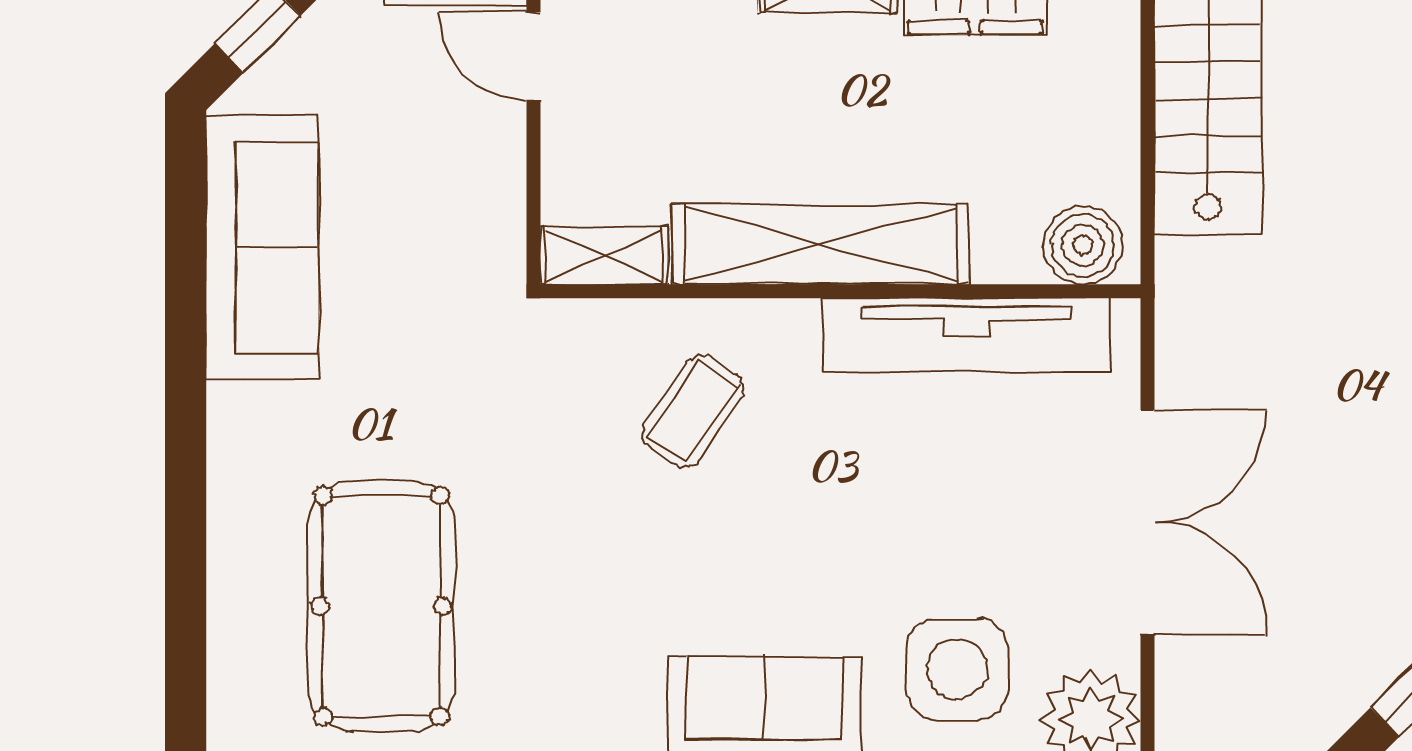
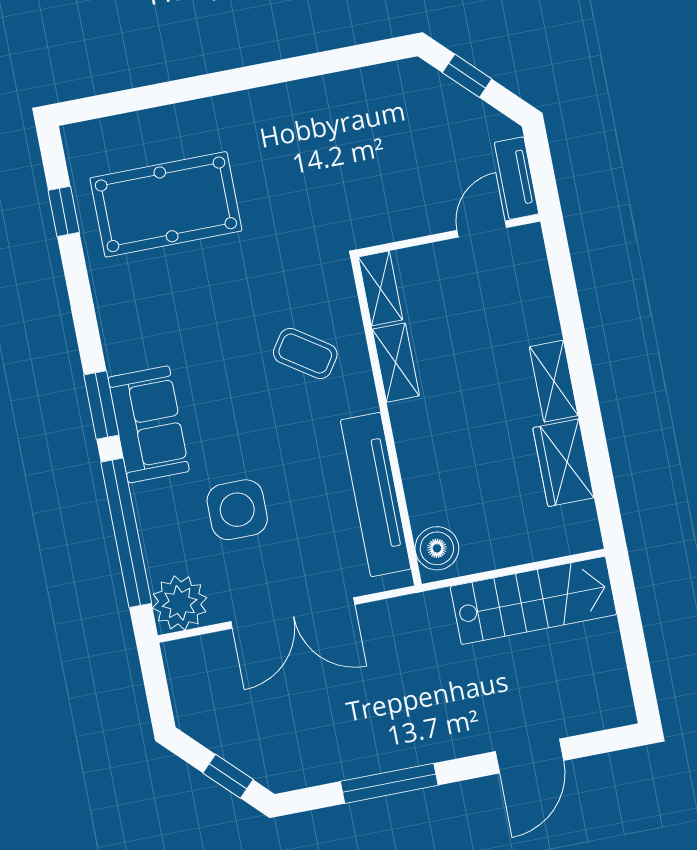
shelving: (821, 244) -> (396, 363), width x0.45, depth x0.75
sofa: (262, 248) -> (349, 101), removed
side table: (957, 669) -> (237, 510), moved

